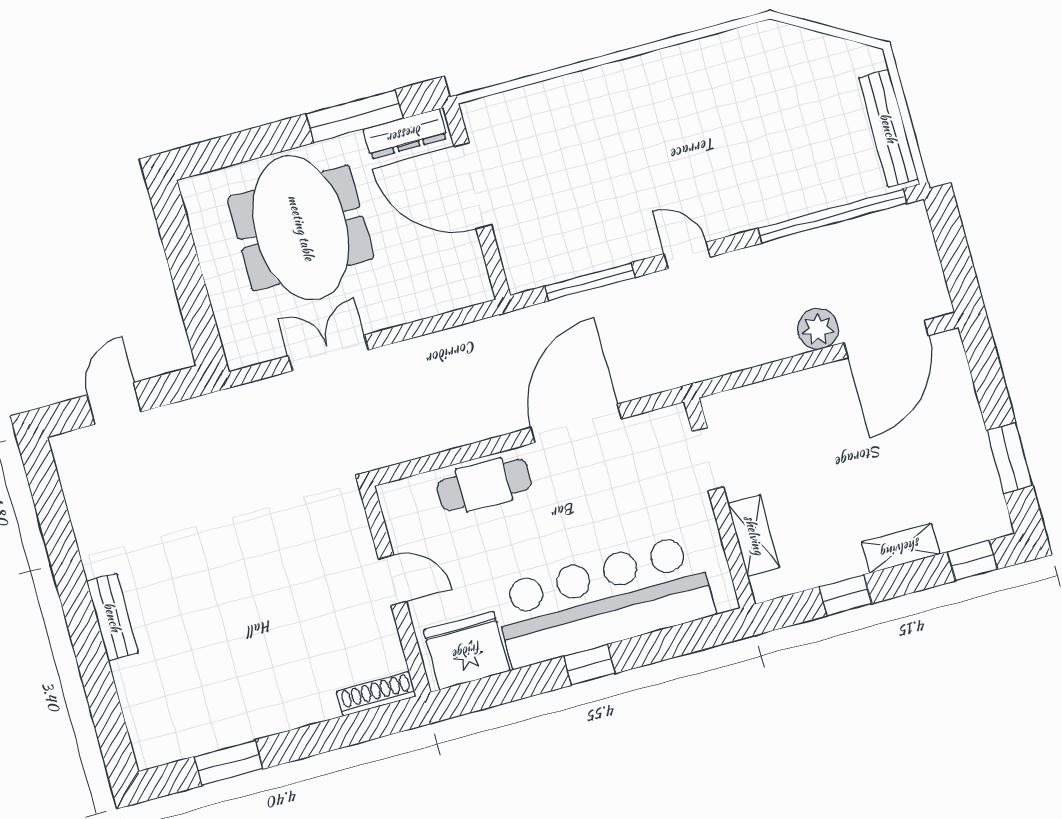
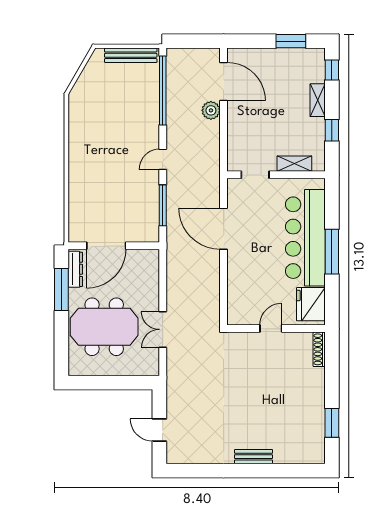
cafe table: (484, 485) -> (240, 277), removed
window: (590, 665) -> (332, 252), width x2.17

